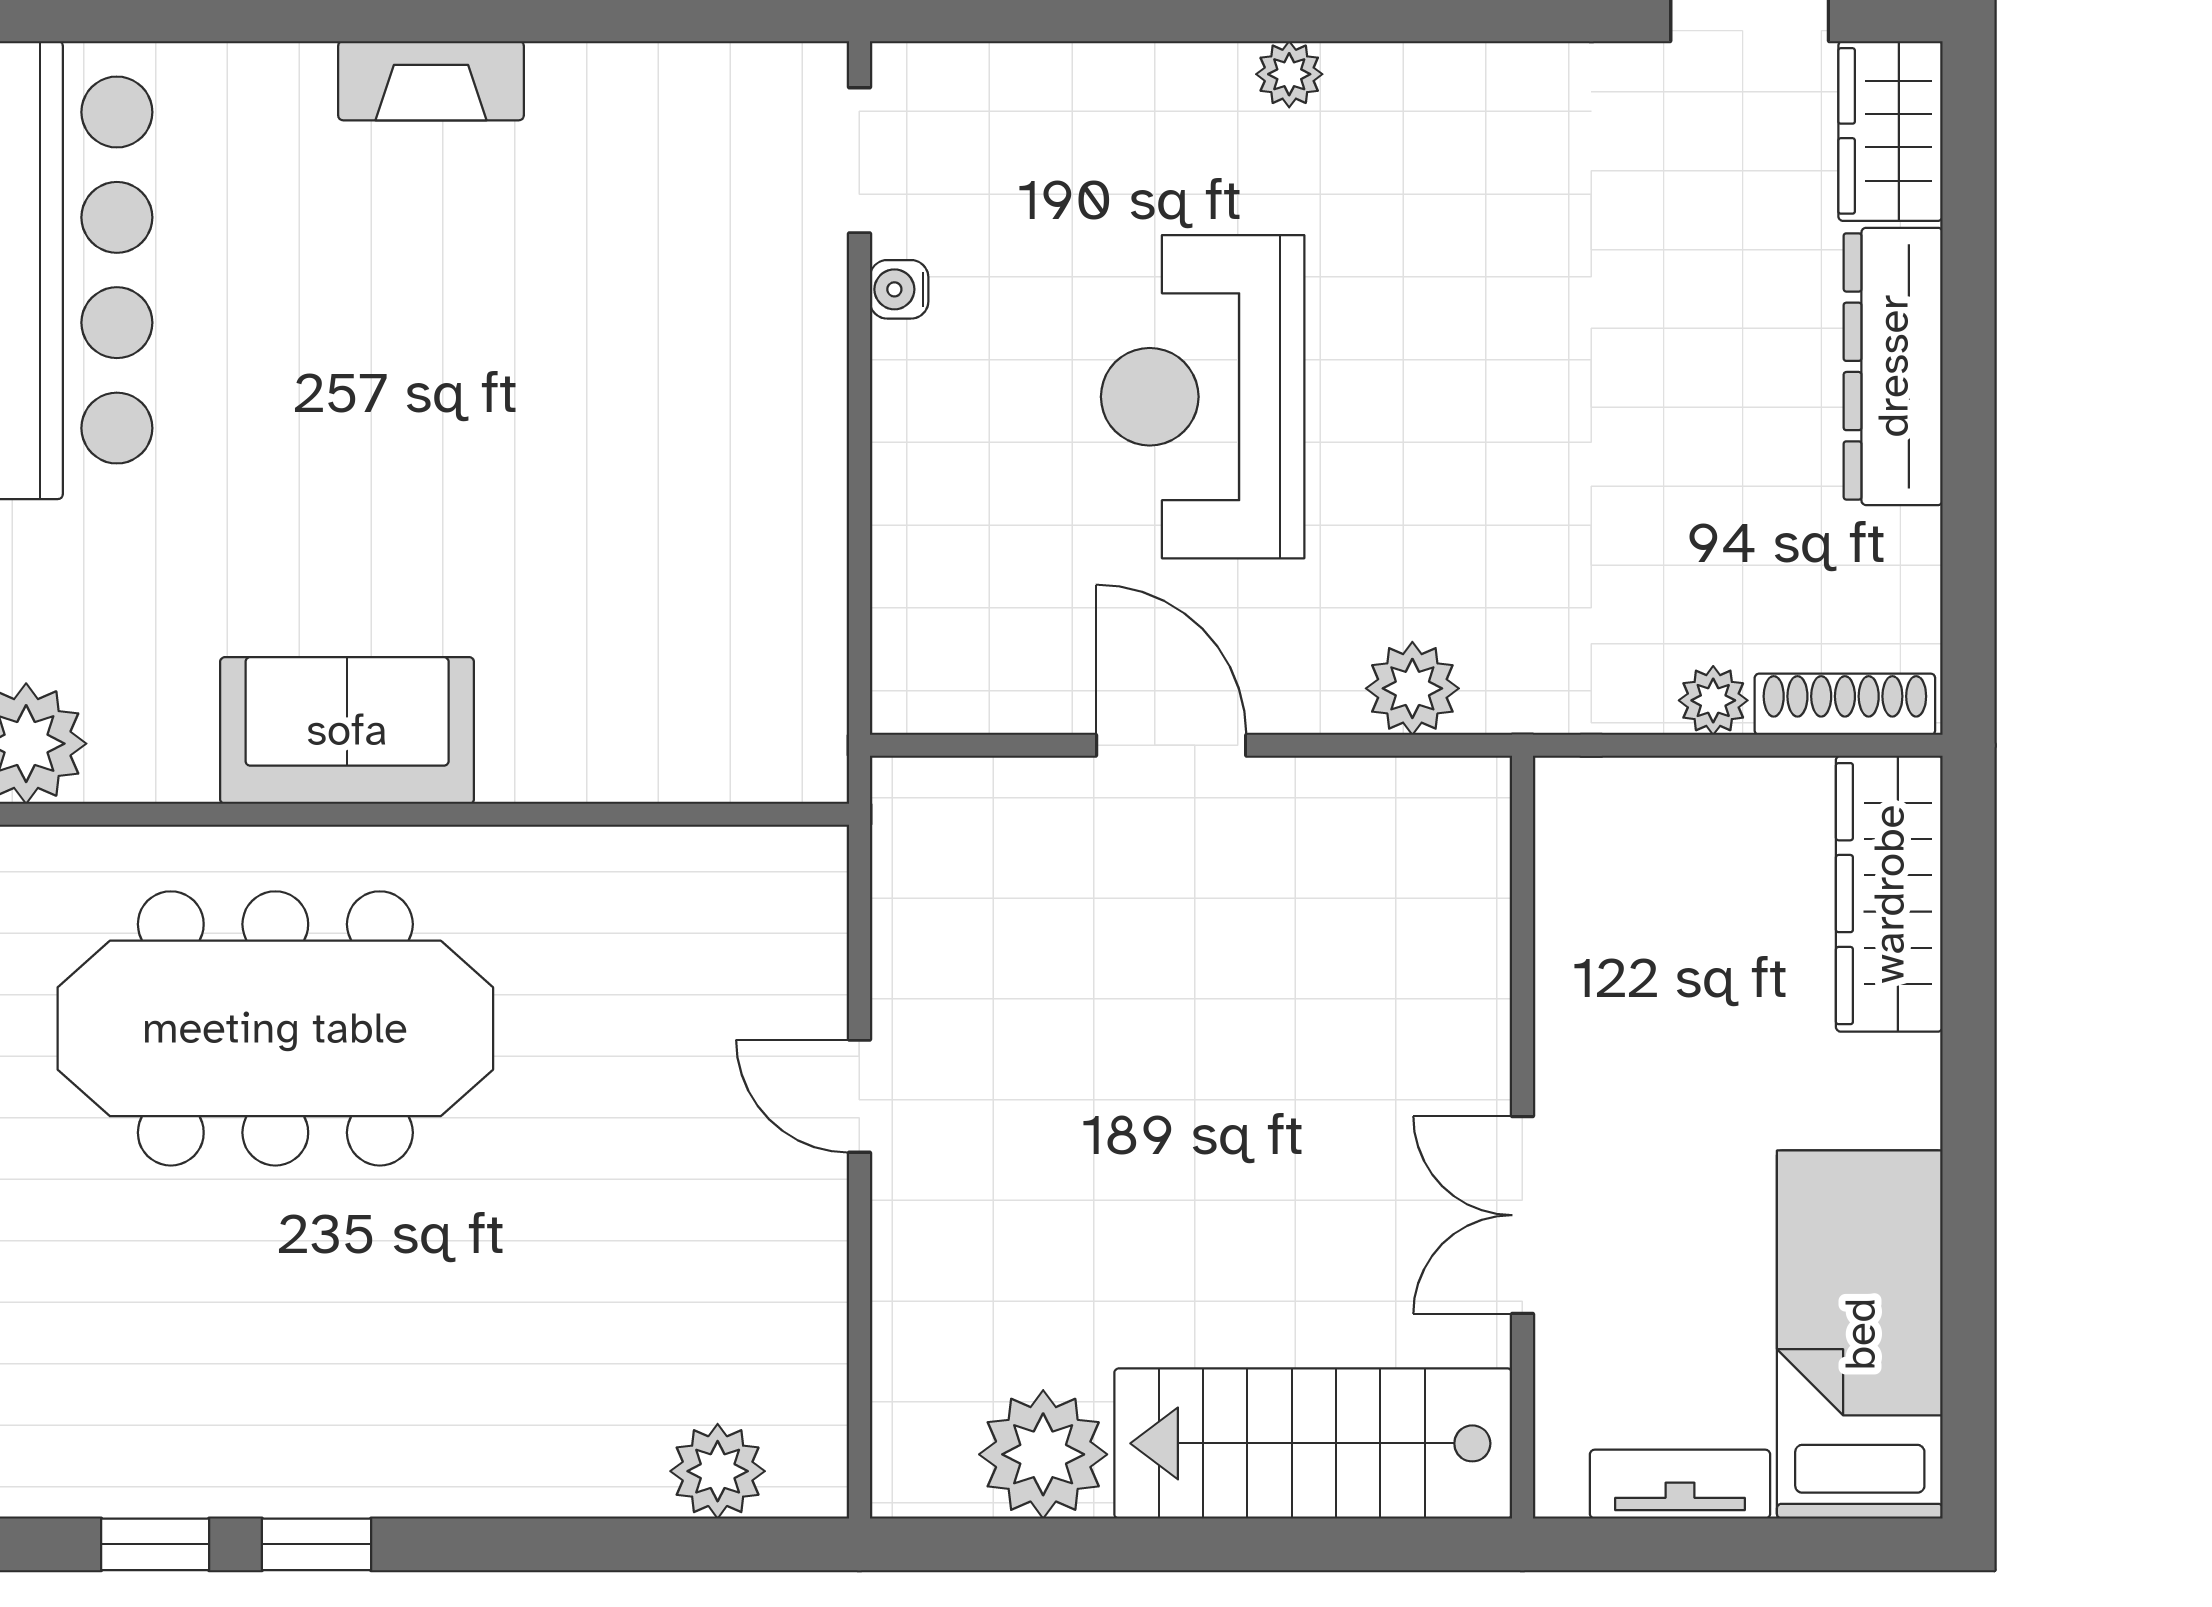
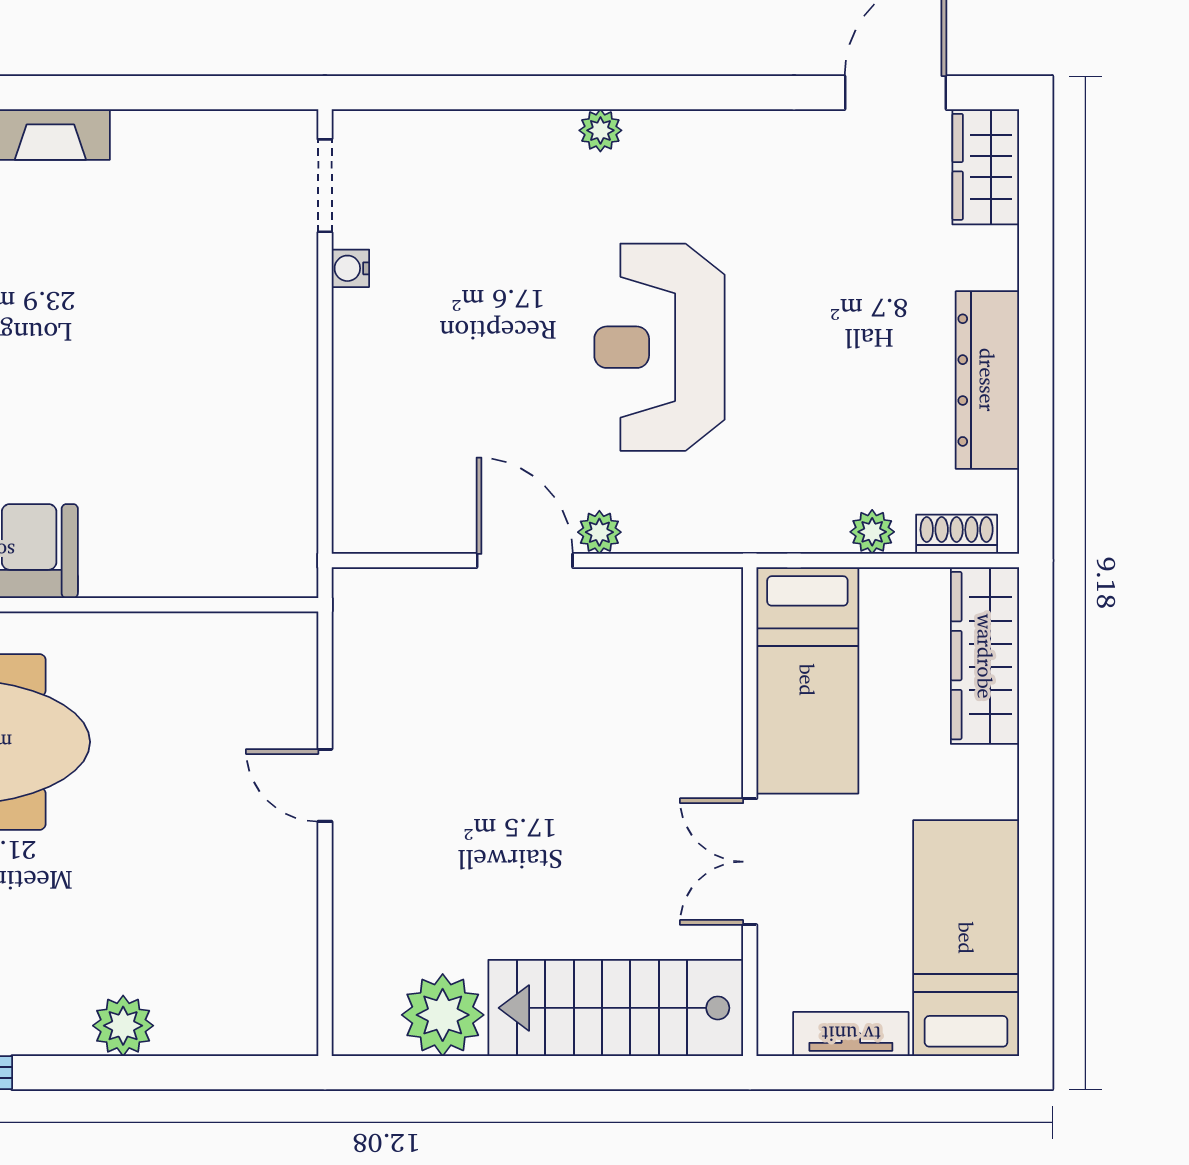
dresser: (1893, 366) -> (987, 380), moved
reception desk: (1203, 397) -> (659, 347), moved
plant: (1412, 688) -> (599, 532), moved, width x0.73, depth x0.73
shoe rack: (1845, 704) -> (957, 534), width x0.70
bed: (1612, 932) -> (807, 680), added
plant: (718, 1471) -> (123, 1026), moved

